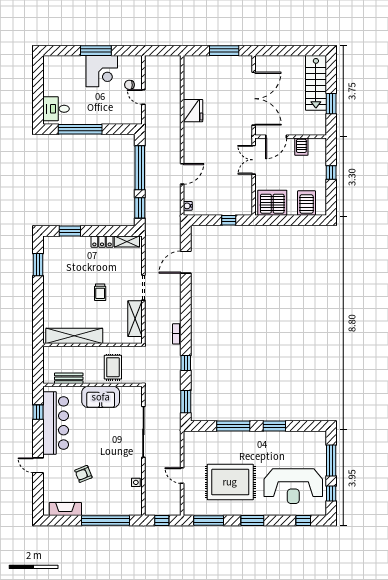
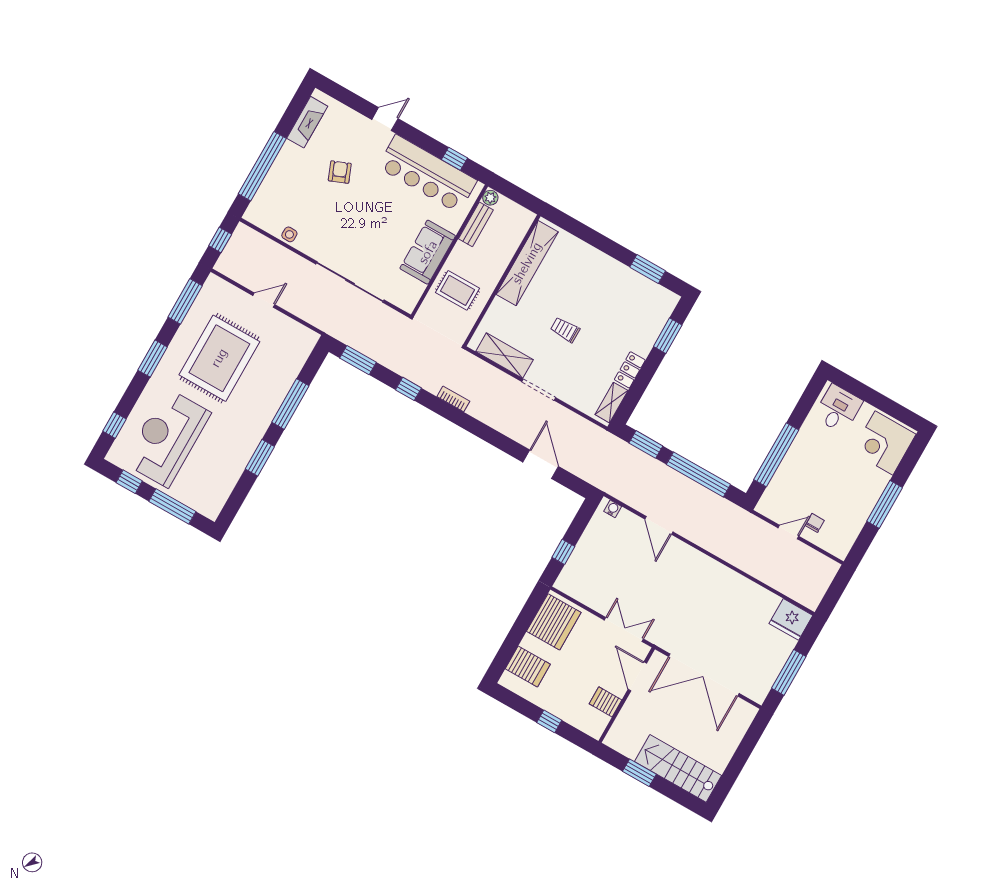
corner desk: (102, 71) -> (884, 443), moved
fridge: (193, 111) -> (791, 619), moved
window: (80, 129) -> (776, 455), moved
plant: (49, 379) -> (490, 198), added

